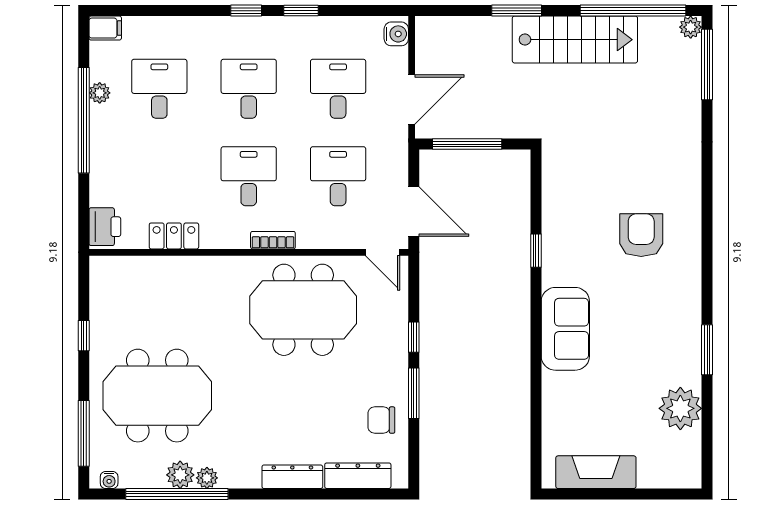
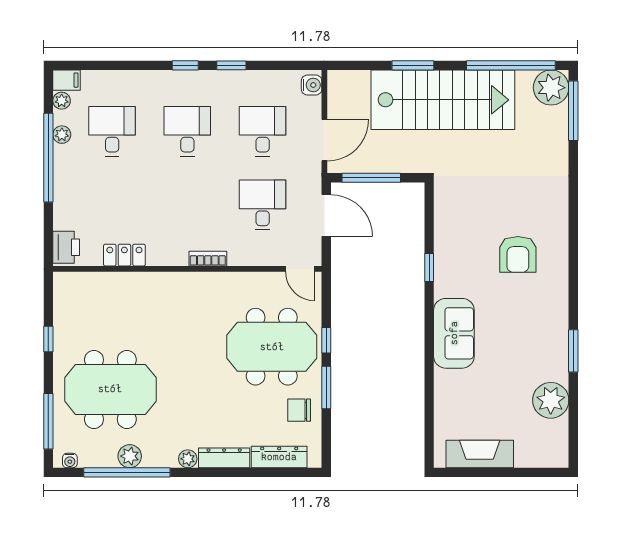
plant: (691, 27) -> (551, 88), width x1.87, depth x1.87
stairs: (575, 40) -> (443, 100), width x1.36, depth x1.51
plant: (99, 53) -> (62, 101), added
desk: (249, 176) -> (187, 205), removed
door: (414, 212) -> (326, 216), moved
armchair: (641, 235) -> (518, 254), turned 180
meeting table: (303, 310) -> (272, 347), moved
plant: (207, 478) -> (188, 459), moved

